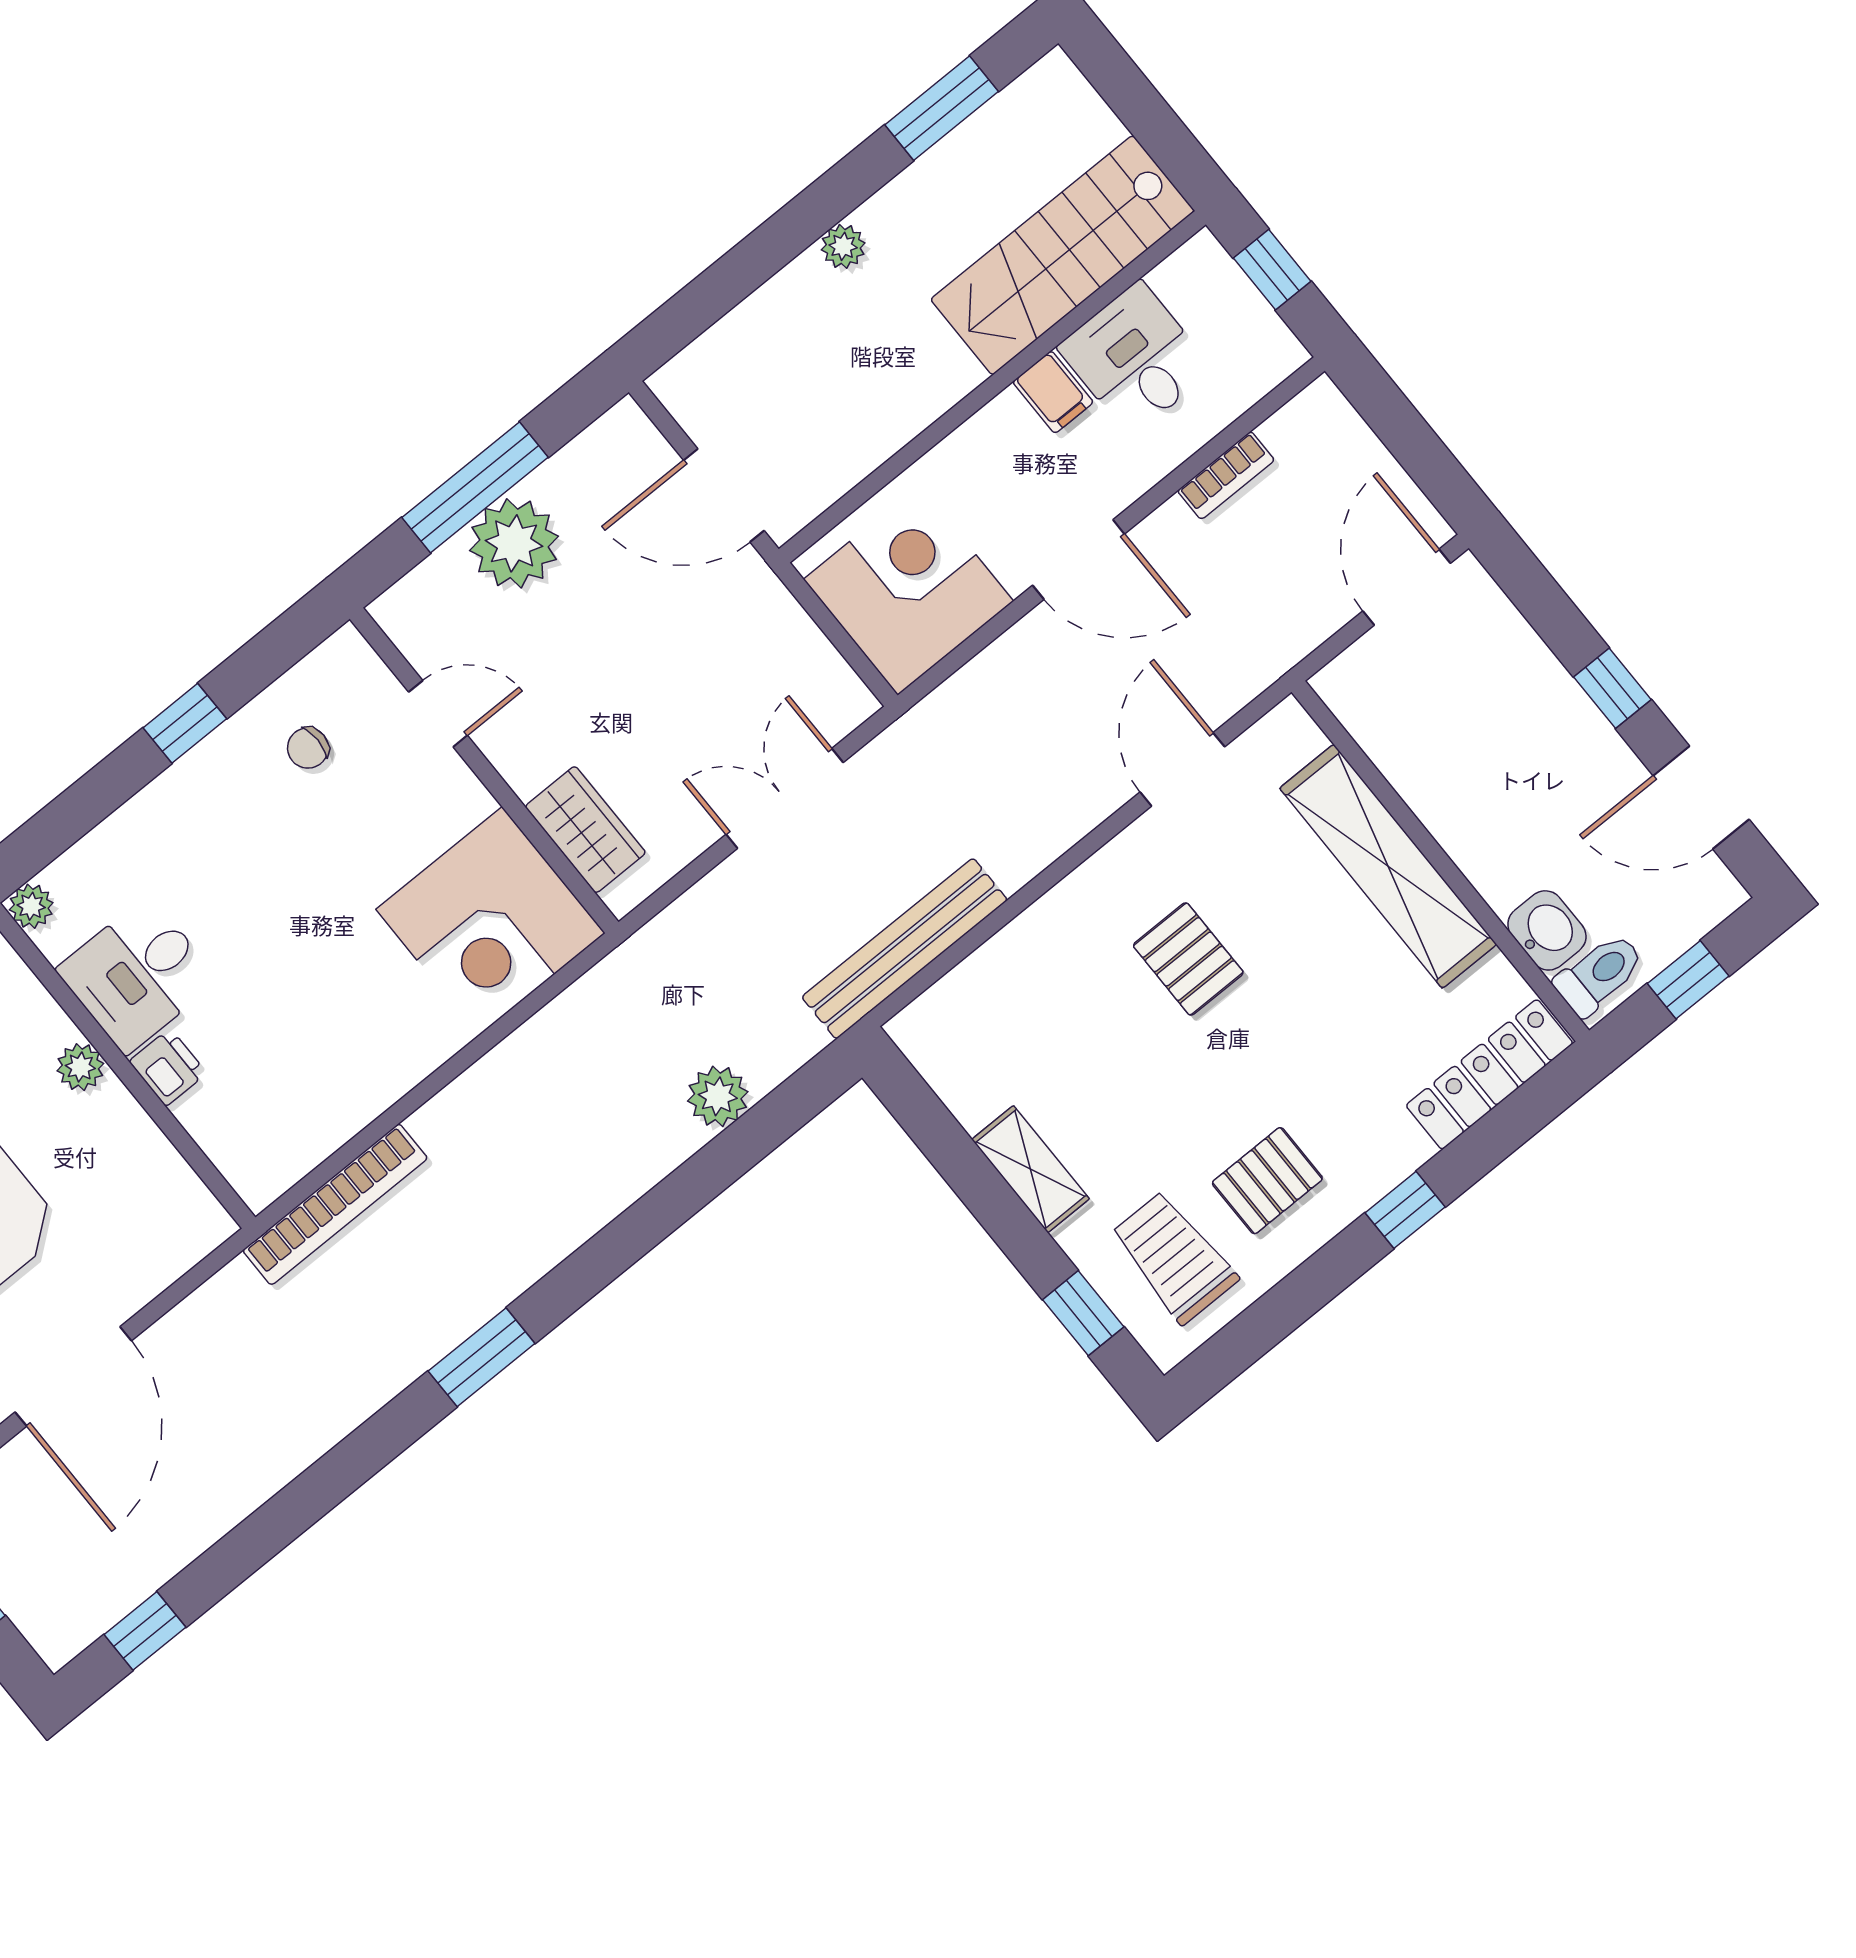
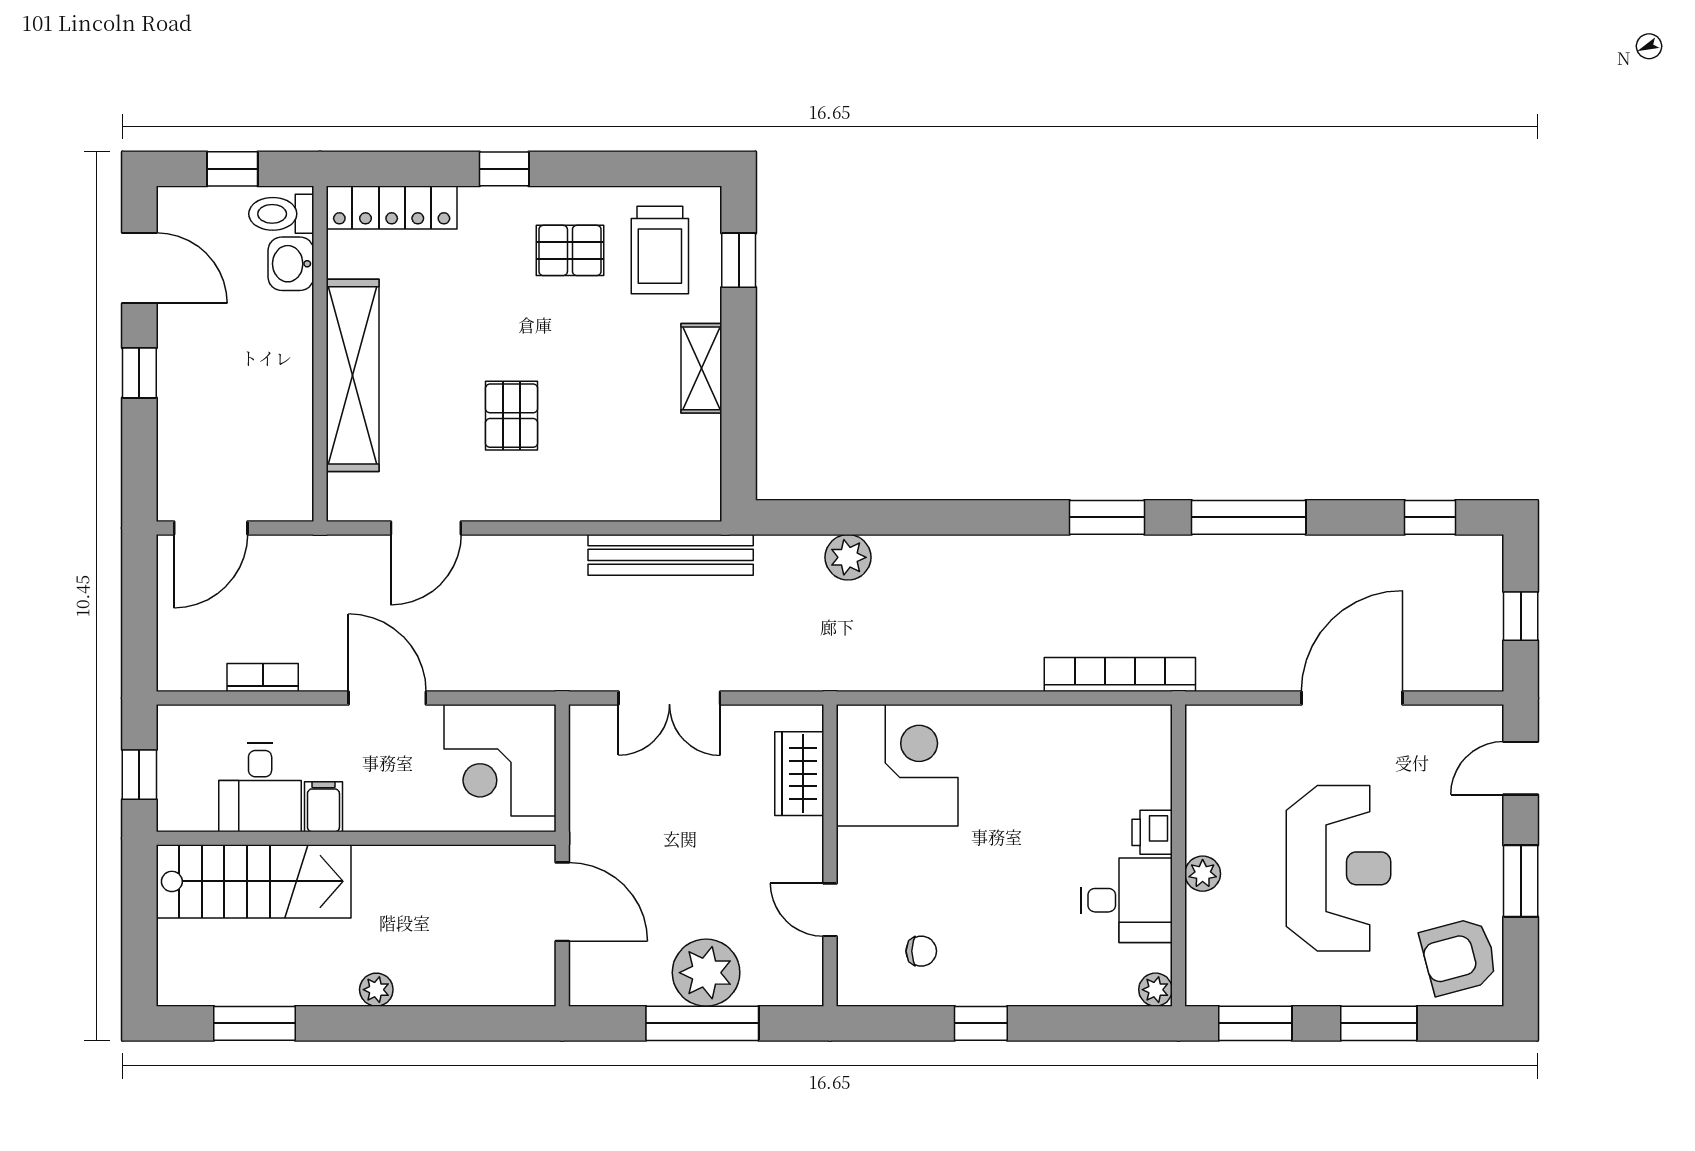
window: (334, 1477) -> (1249, 517), added

